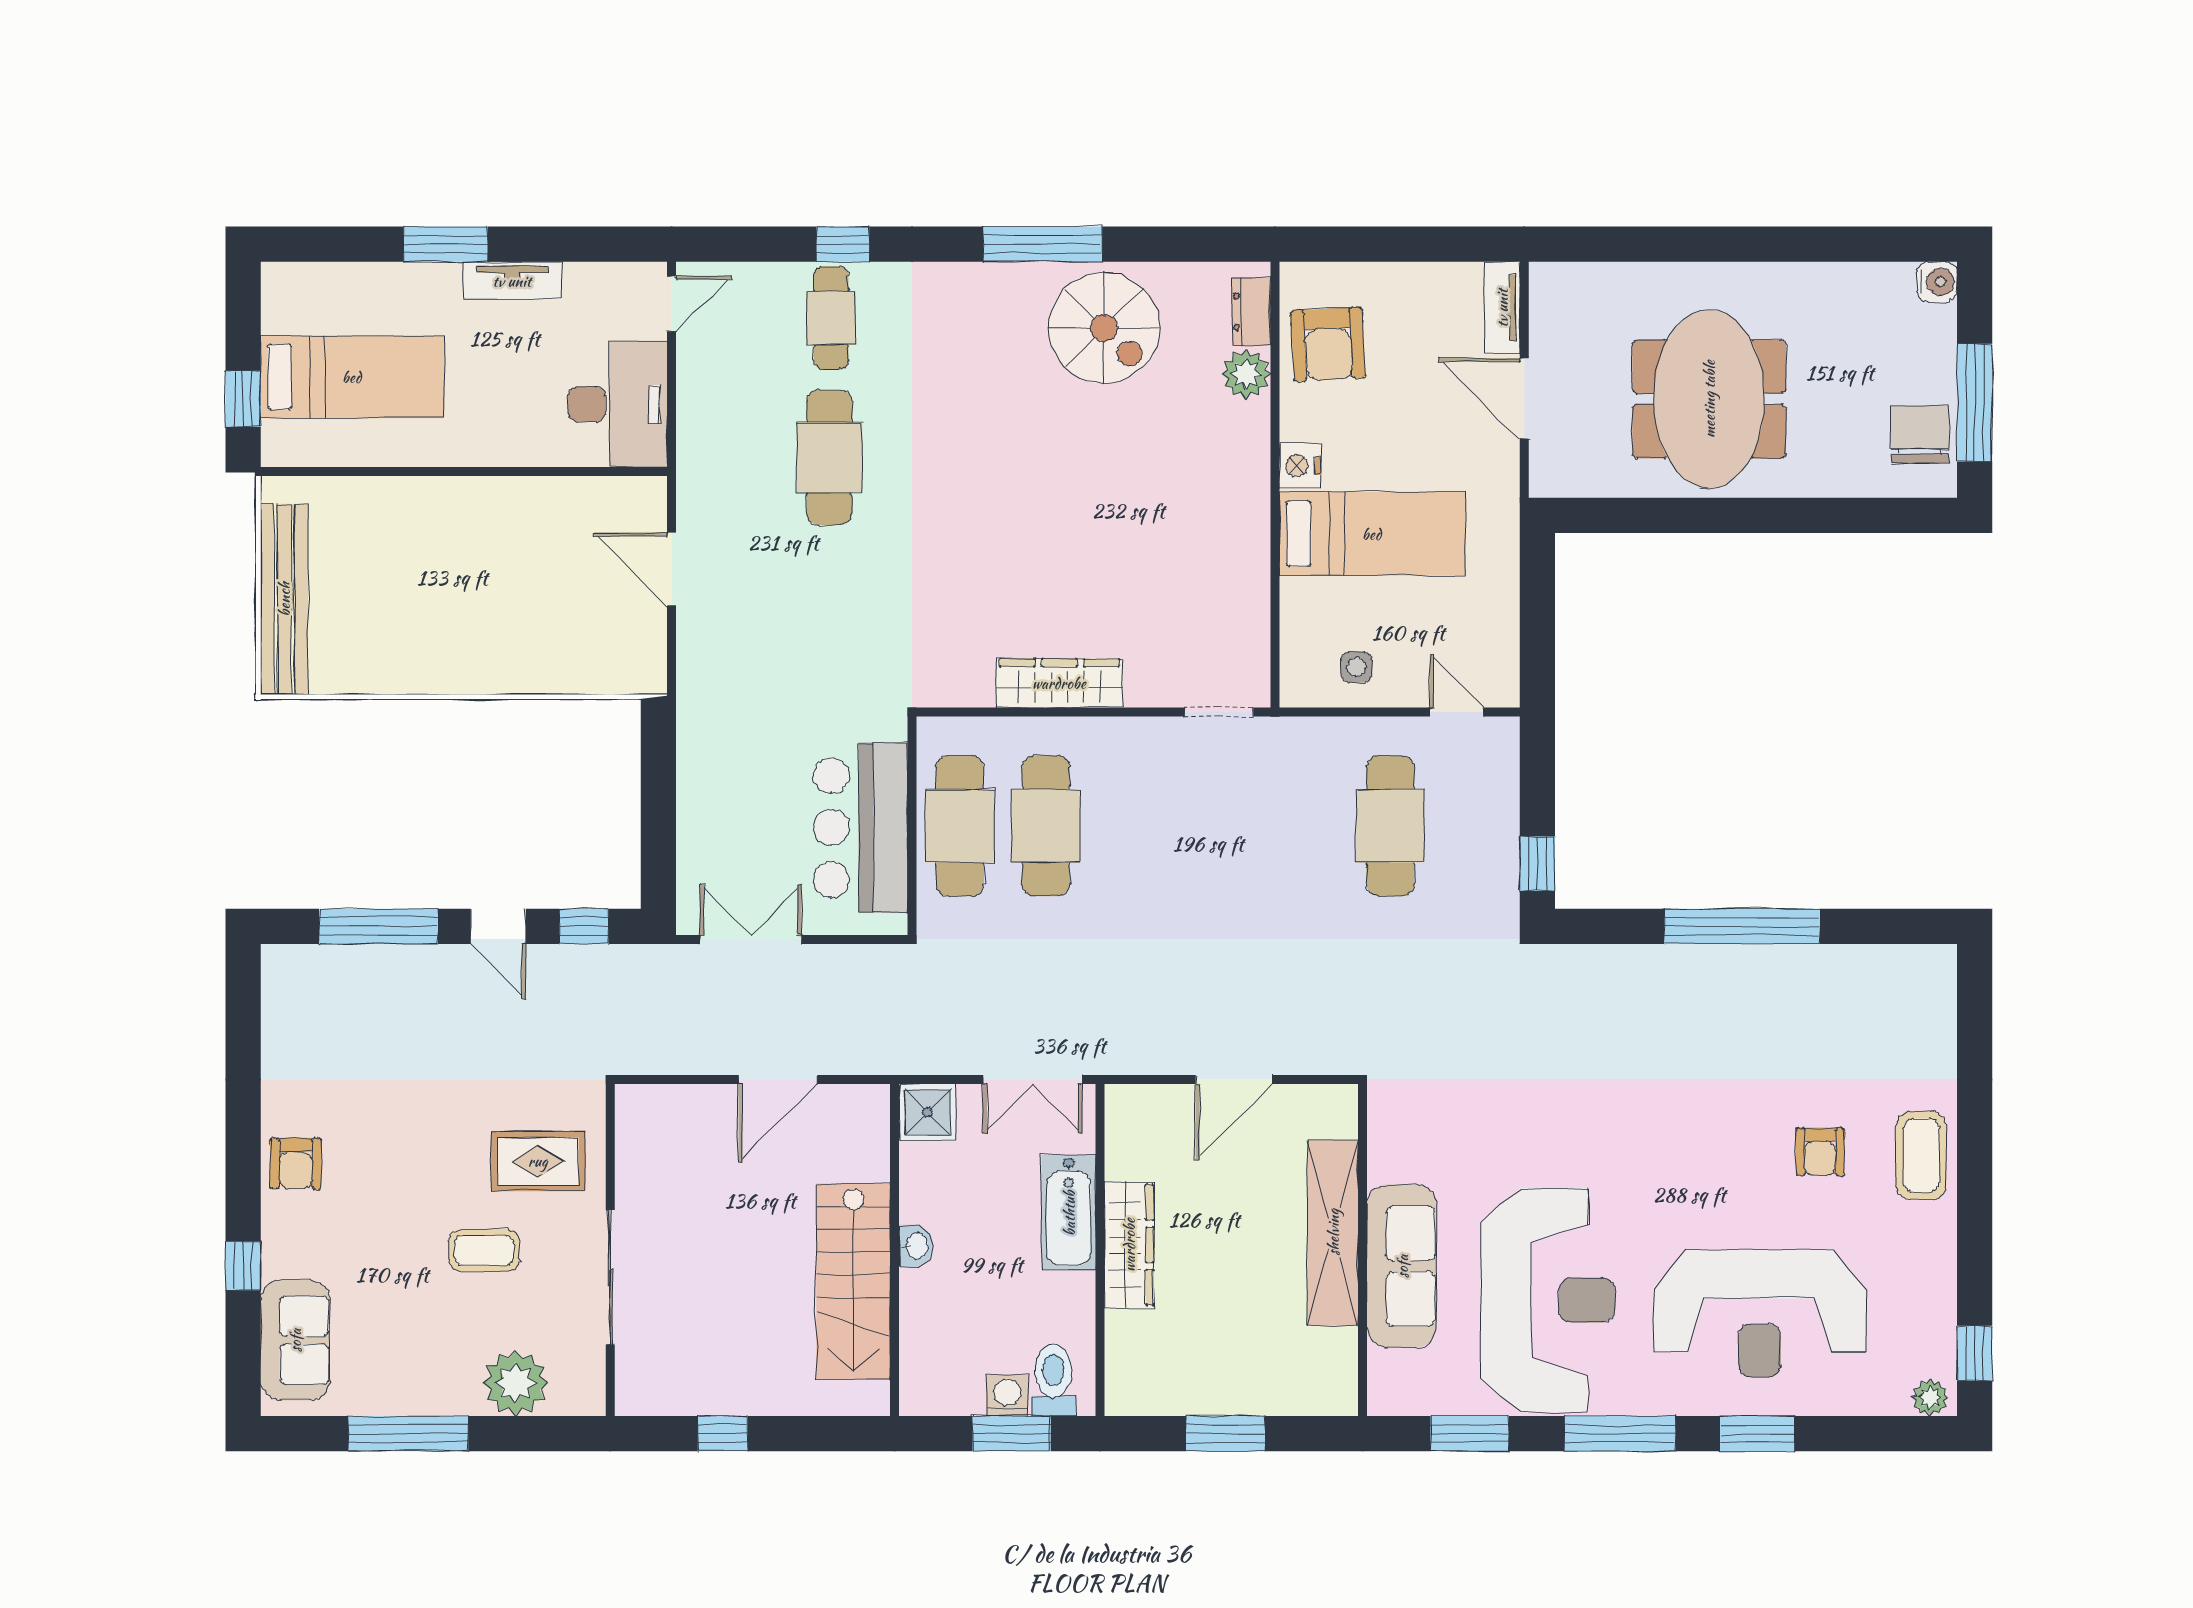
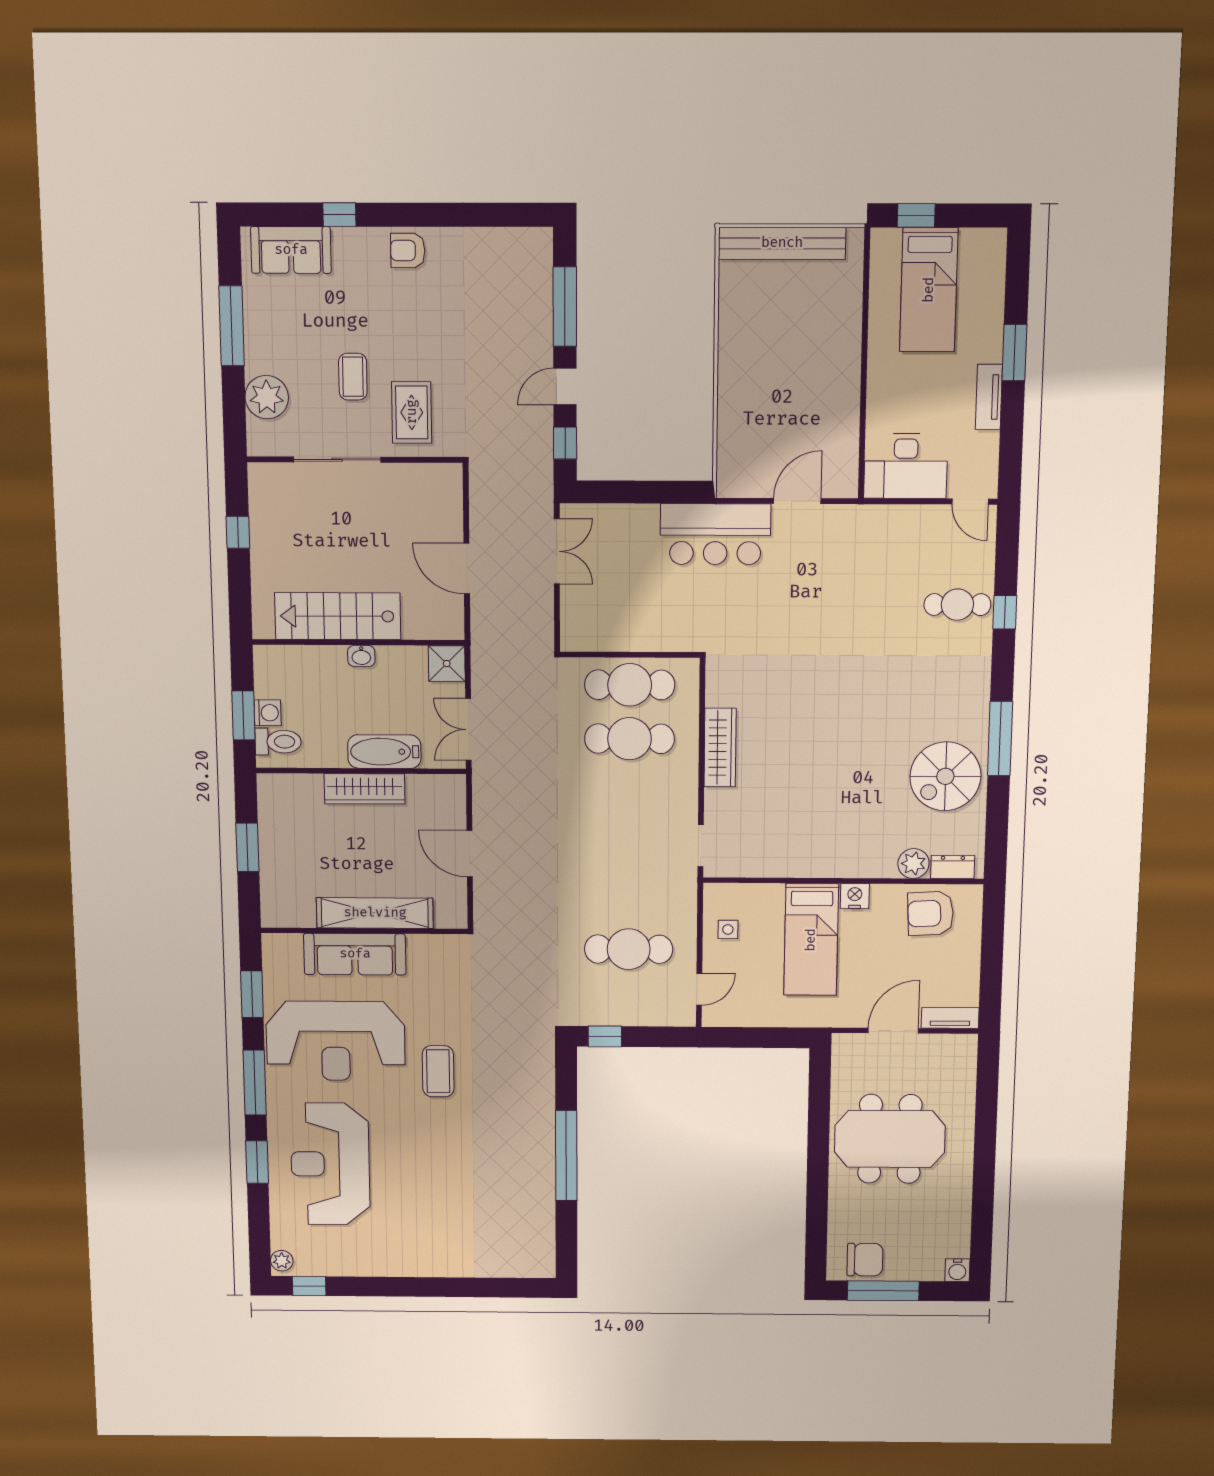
cafe table: (829, 457) -> (867, 603), removed
bar counter: (861, 828) -> (715, 534), moved, turned 180
armchair: (1820, 1152) -> (429, 1199), removed
coffee table: (1921, 1155) -> (438, 1071), moved, turned 90

